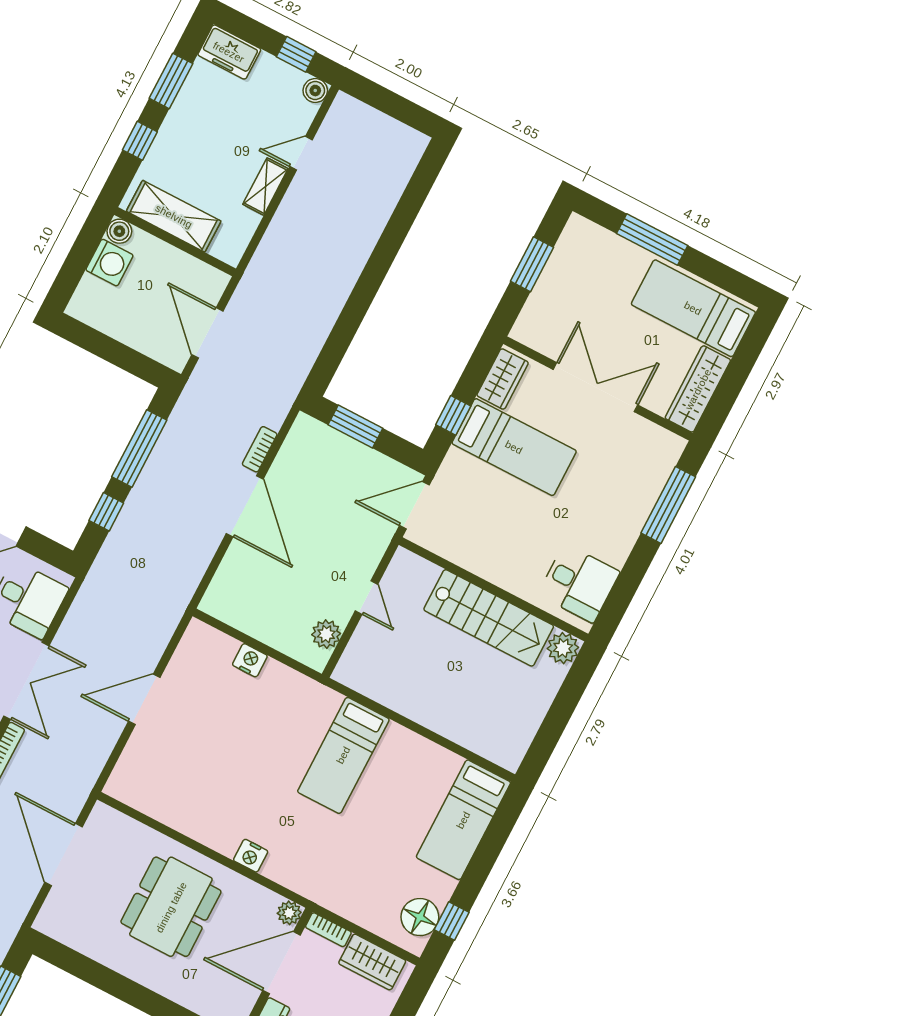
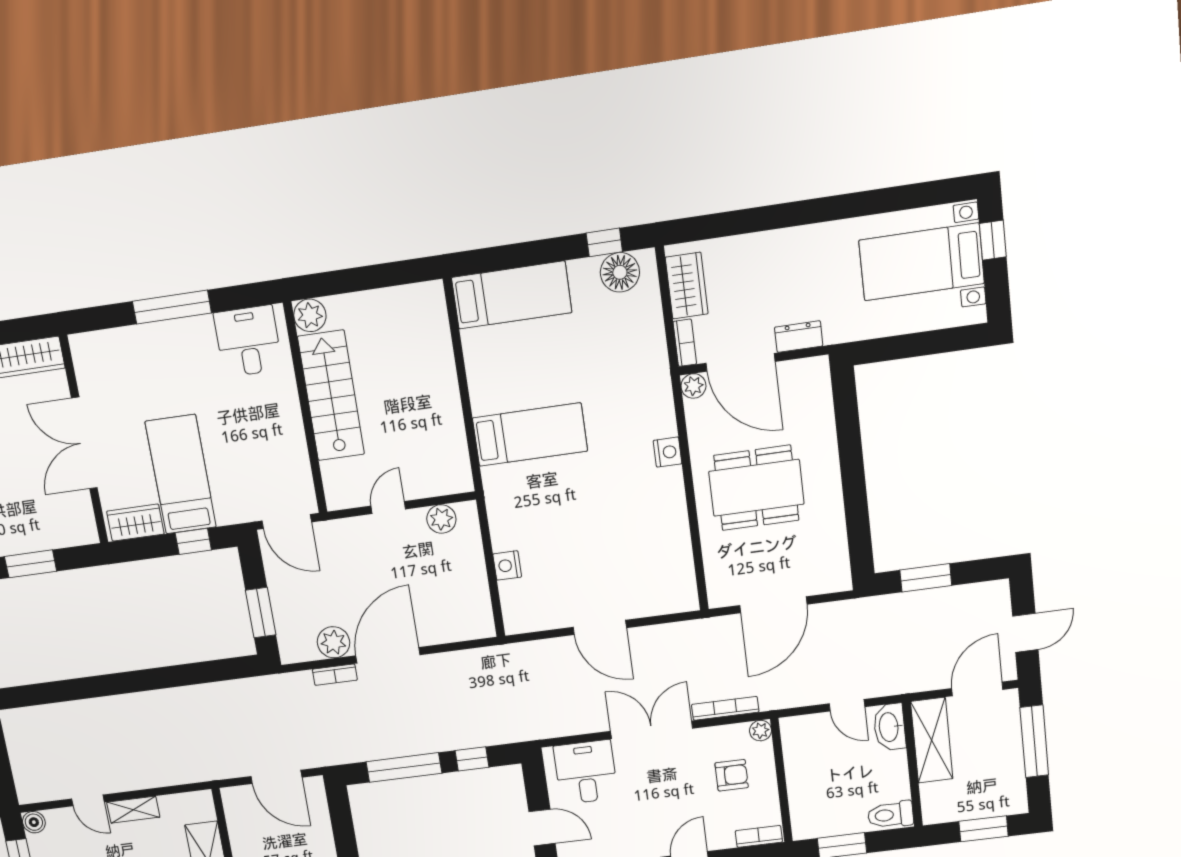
door: (207, 333) -> (276, 777), hinge flipped
plant: (288, 469) -> (334, 642), added
window: (668, 505) -> (172, 307), moved

